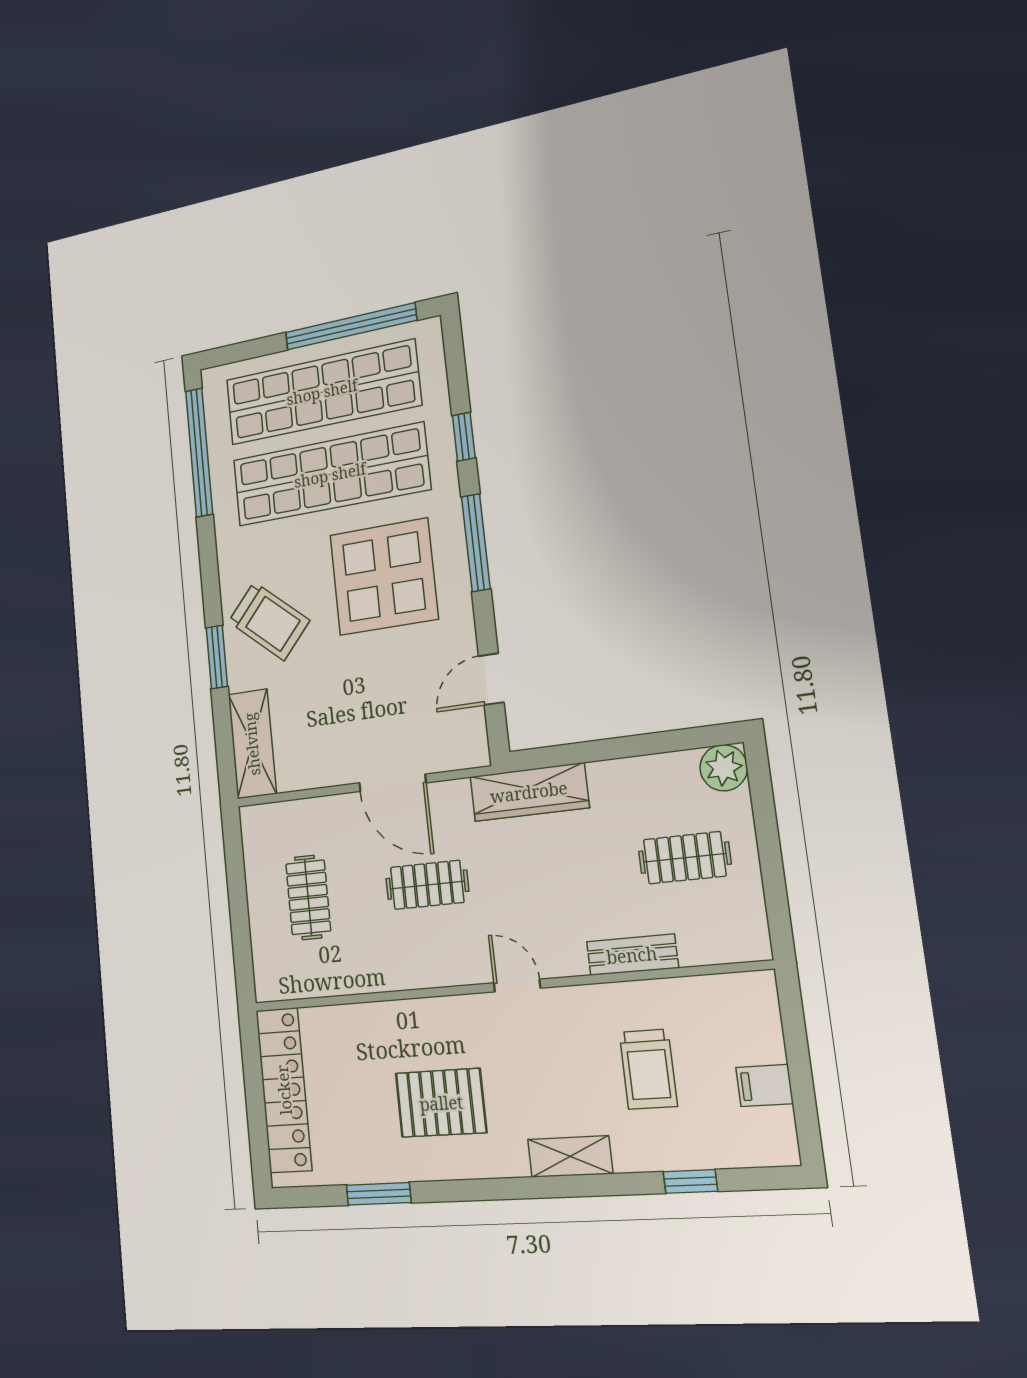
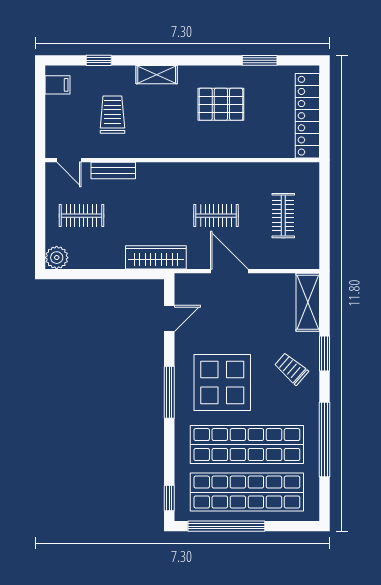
window: (464, 437) -> (169, 498), moved
window: (199, 452) -> (325, 440), moved
trolley: (269, 621) -> (291, 369), width x0.73, depth x0.72
door: (517, 986) -> (69, 160), moved
filing cabinet: (765, 1086) -> (58, 85), moved

